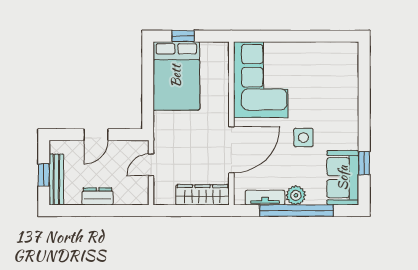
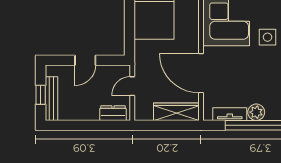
side table: (303, 138) -> (268, 37), moved
door: (231, 150) -> (201, 73), swing flipped
dresser: (98, 196) -> (113, 113), moved

